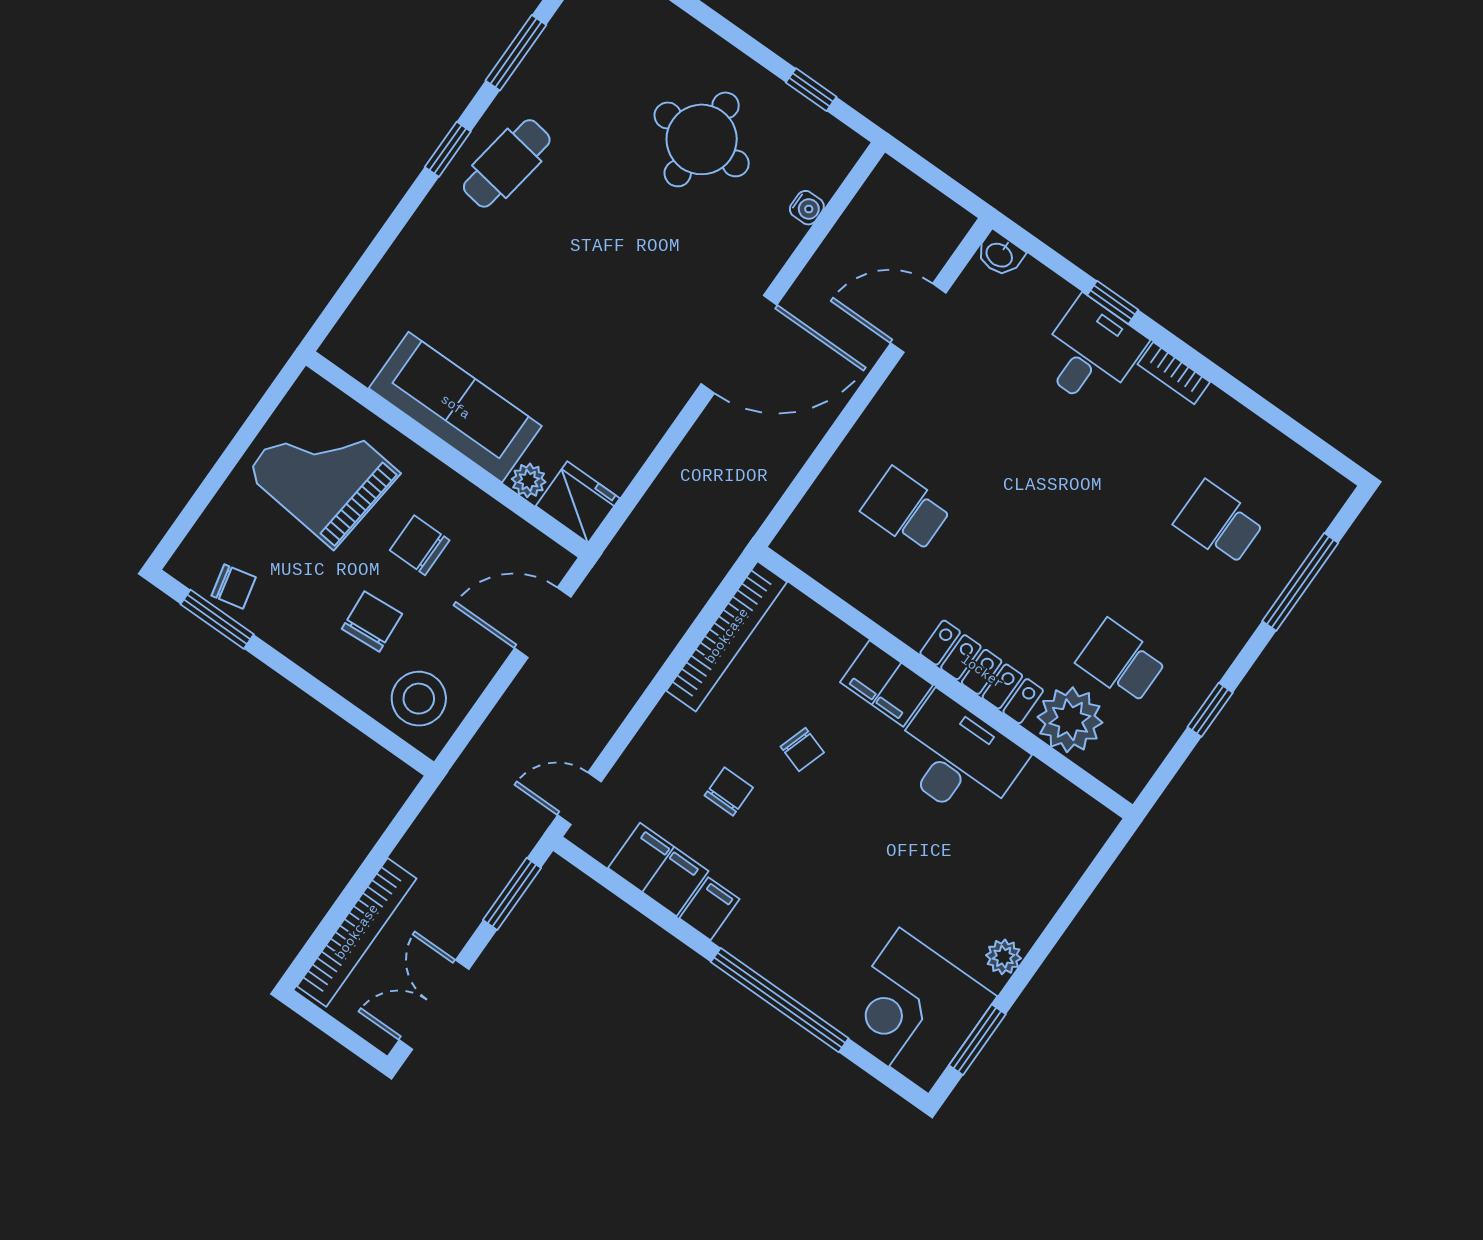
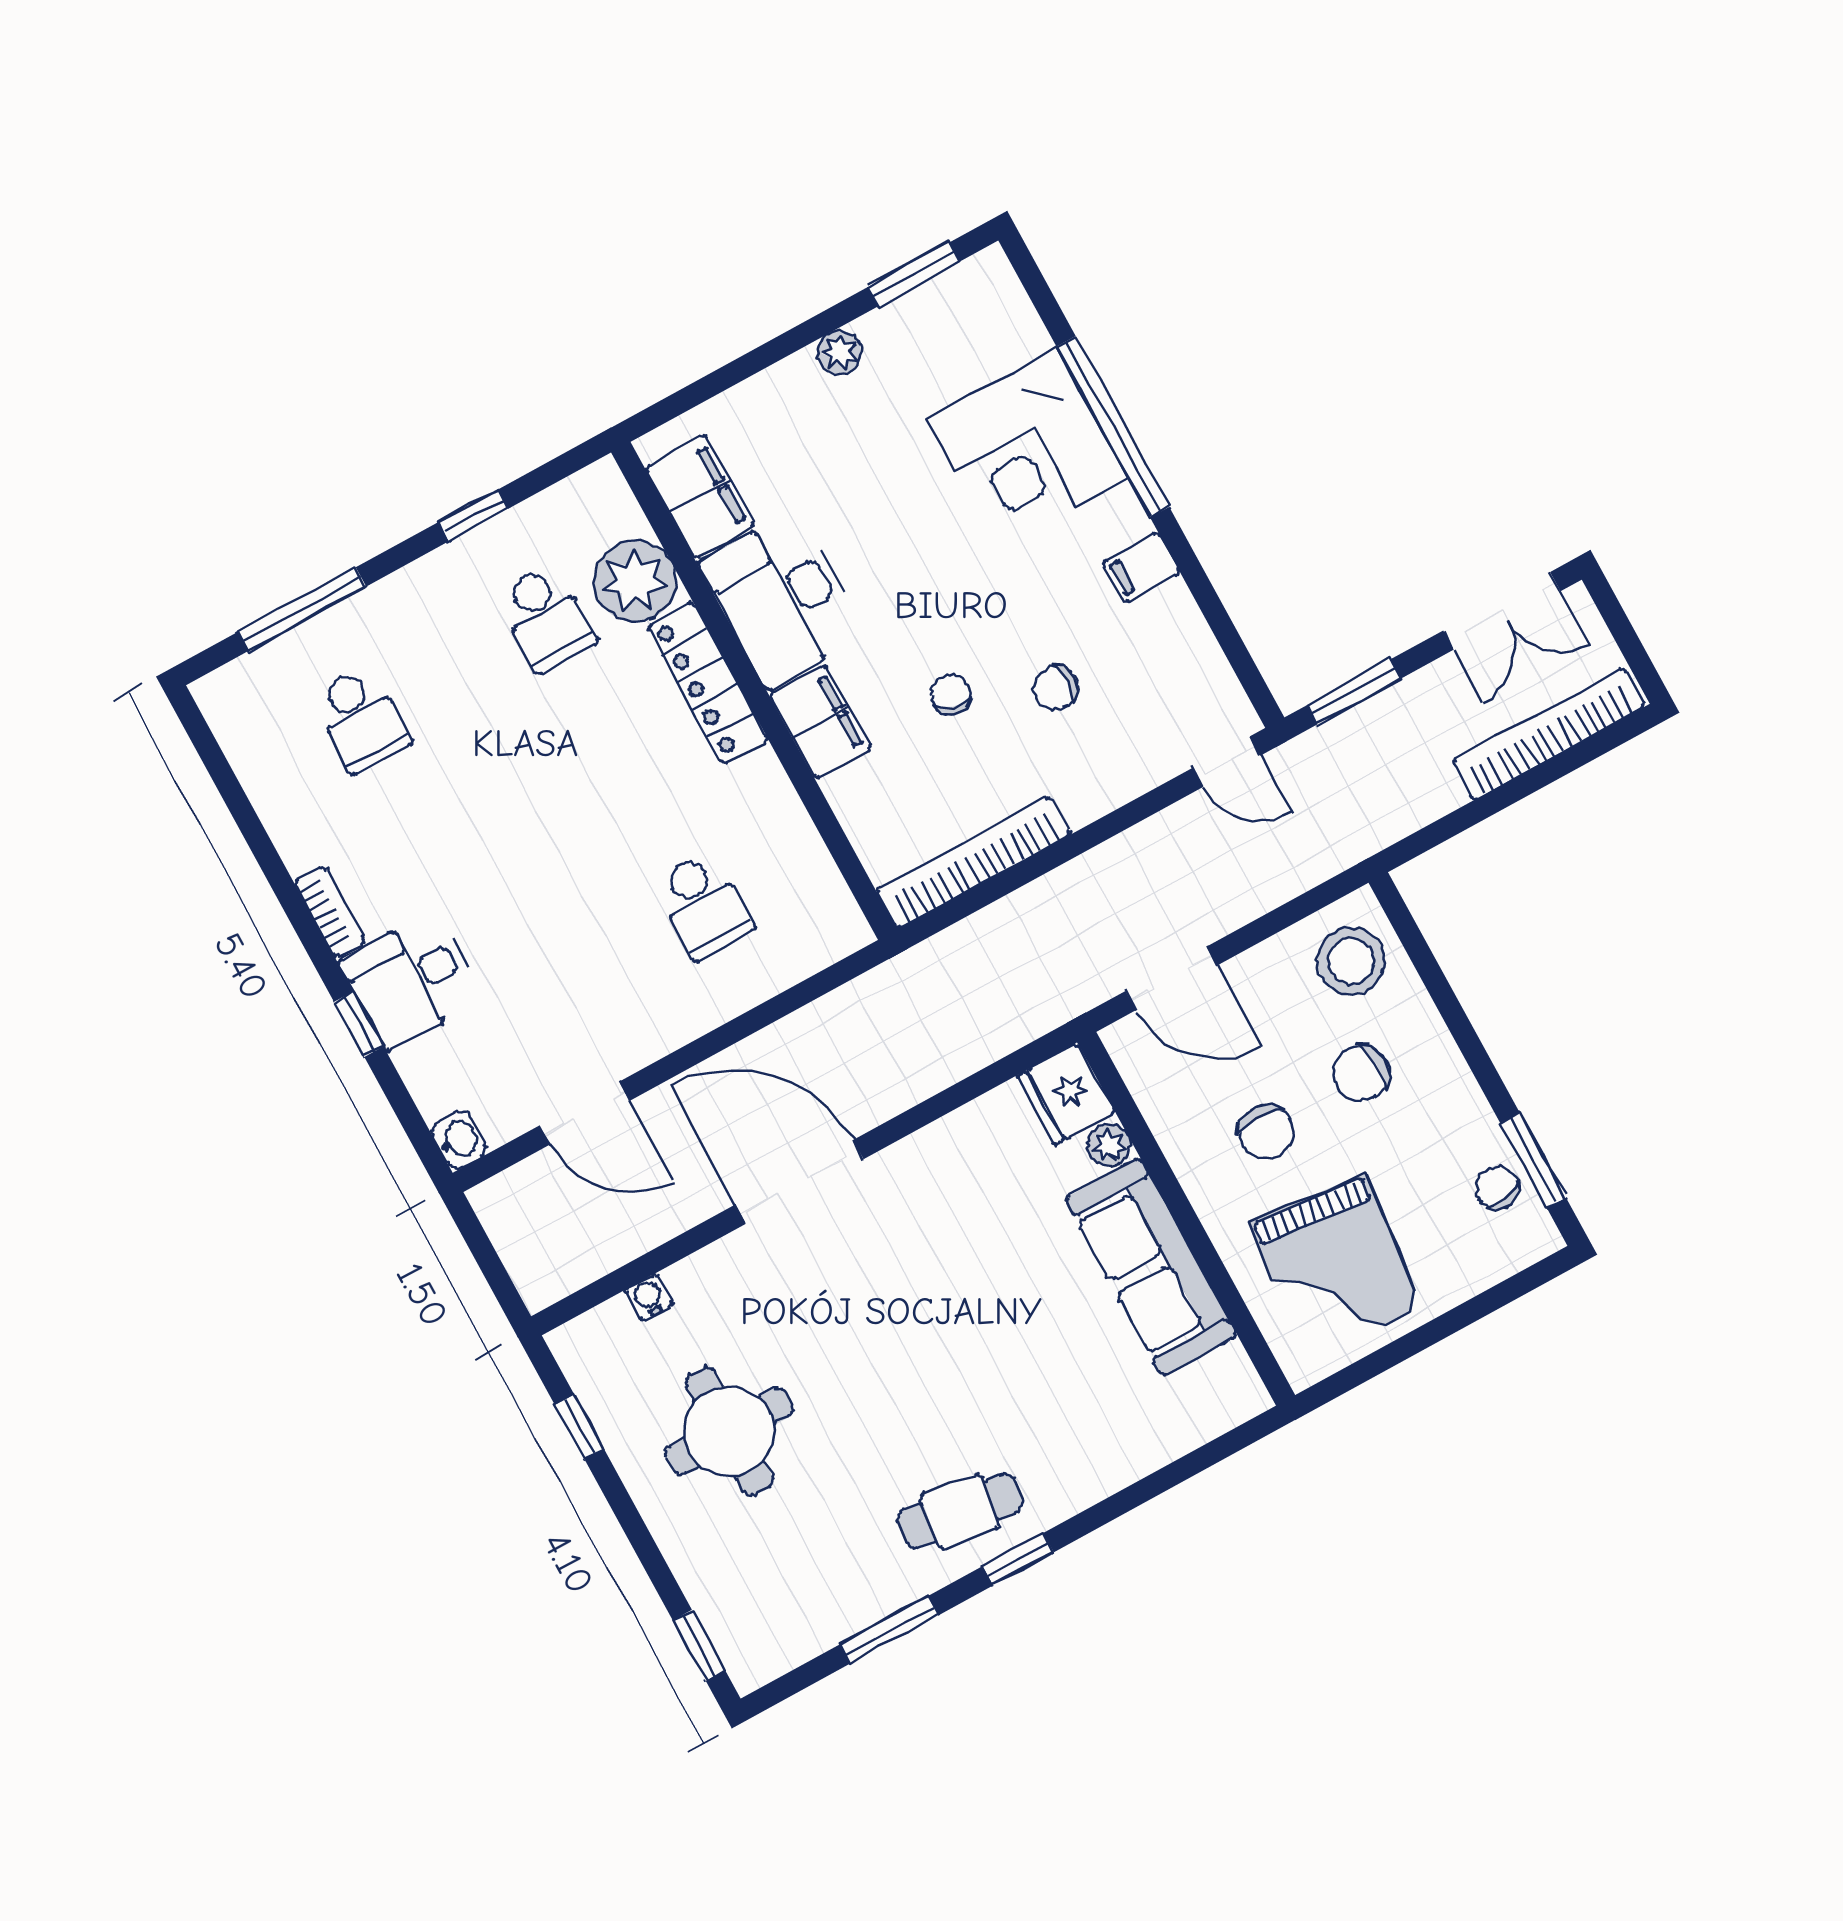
filing cabinet: (658, 870) -> (700, 497), moved, turned 180
corner desk: (914, 1011) -> (1028, 449), moved, turned 90

